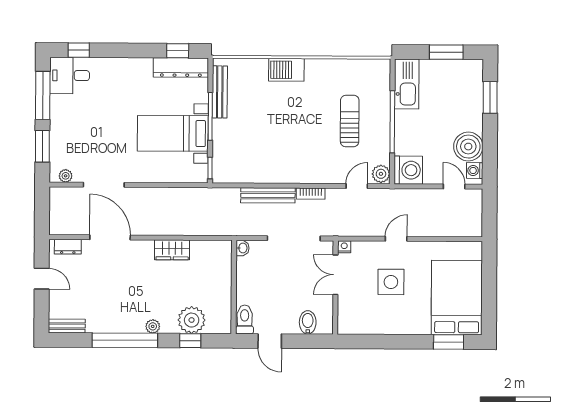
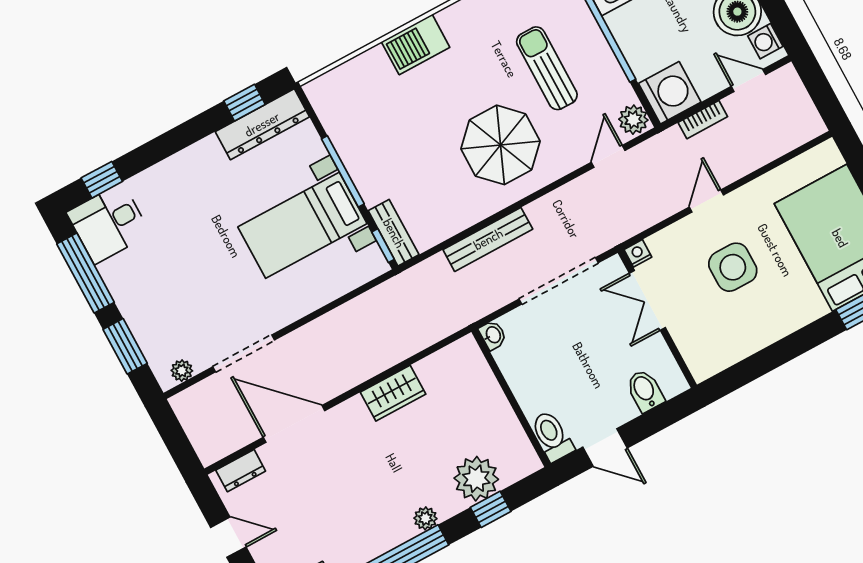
bench: (220, 92) -> (394, 233), moved, width x0.73
parasol: (302, 148) -> (501, 145), added
bookcase: (311, 194) -> (703, 120), moved

